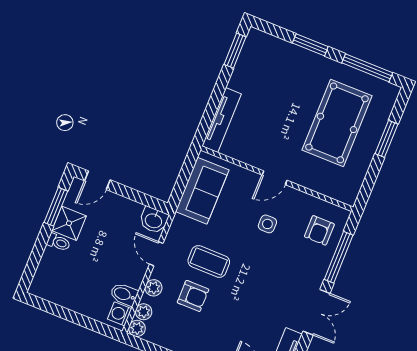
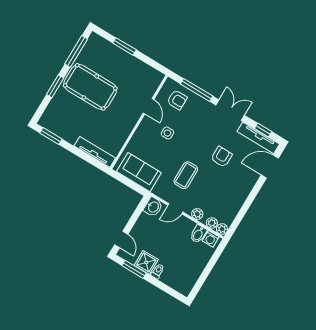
pool table: (337, 123) -> (90, 87), moved
door: (274, 178) -> (149, 106), moved
armchair: (193, 296) -> (222, 157), moved

